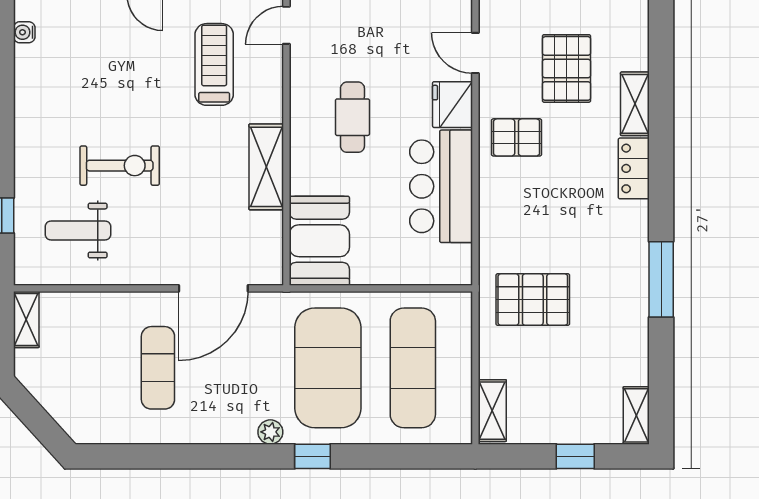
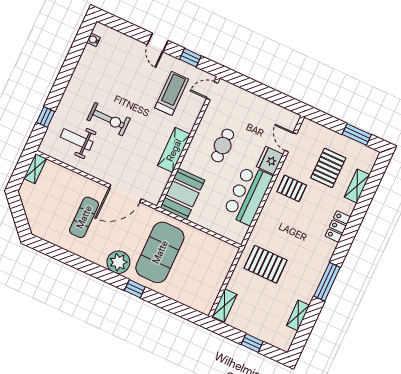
shelving: (635, 104) -> (357, 186), moved
exercise mat: (413, 368) -> (198, 270), removed
shelving: (636, 415) -> (298, 315), moved
plant: (270, 432) -> (118, 262), width x1.87, depth x1.87

